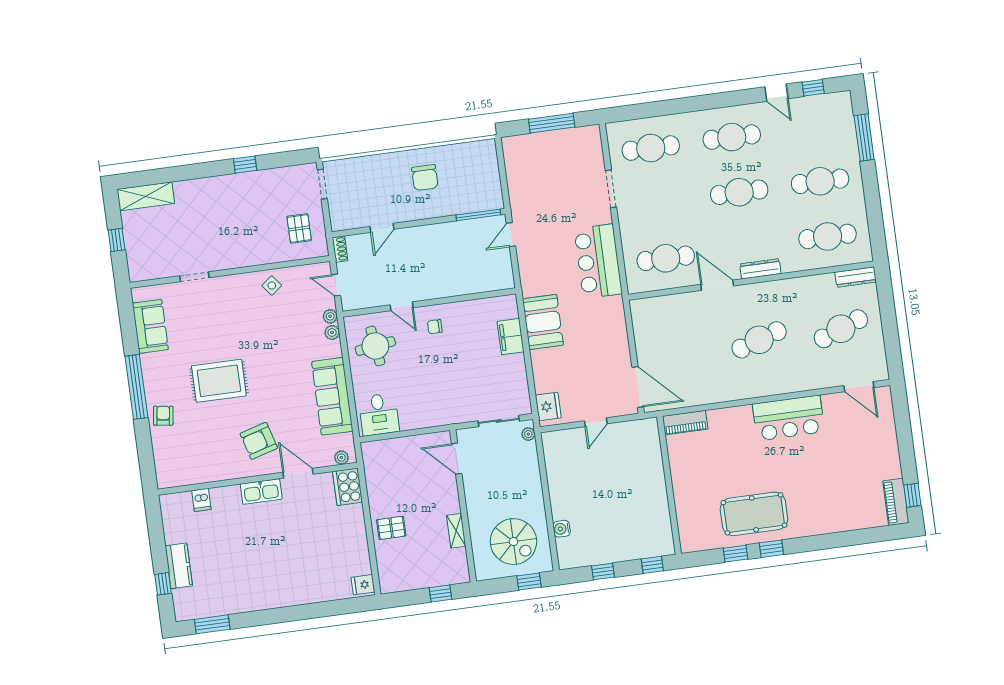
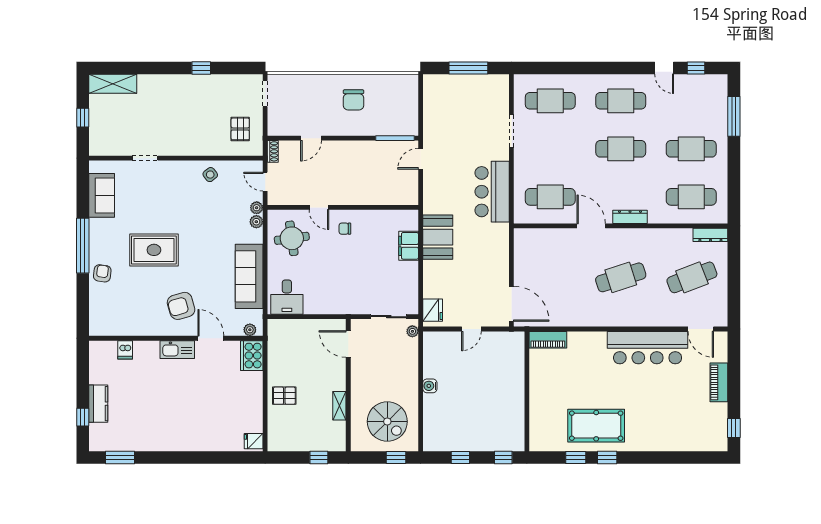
bar counter: (789, 418) -> (648, 348), width x1.36
piano: (896, 502) -> (719, 382), moved
water cooler: (562, 529) -> (430, 386), moved

